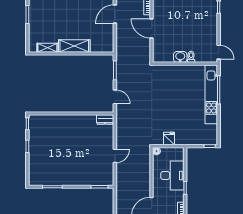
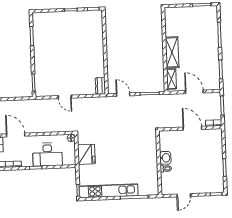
door: (115, 14) -> (194, 92), moved
door: (152, 28) -> (192, 128), hinge flipped
shelving: (47, 48) -> (171, 79), moved
door: (219, 52) -> (184, 195), moved
kitchen unit: (211, 94) -> (109, 191), moved
door: (115, 97) -> (123, 95), swing flipped
fridge: (169, 139) -> (86, 154), width x1.88, depth x1.34

